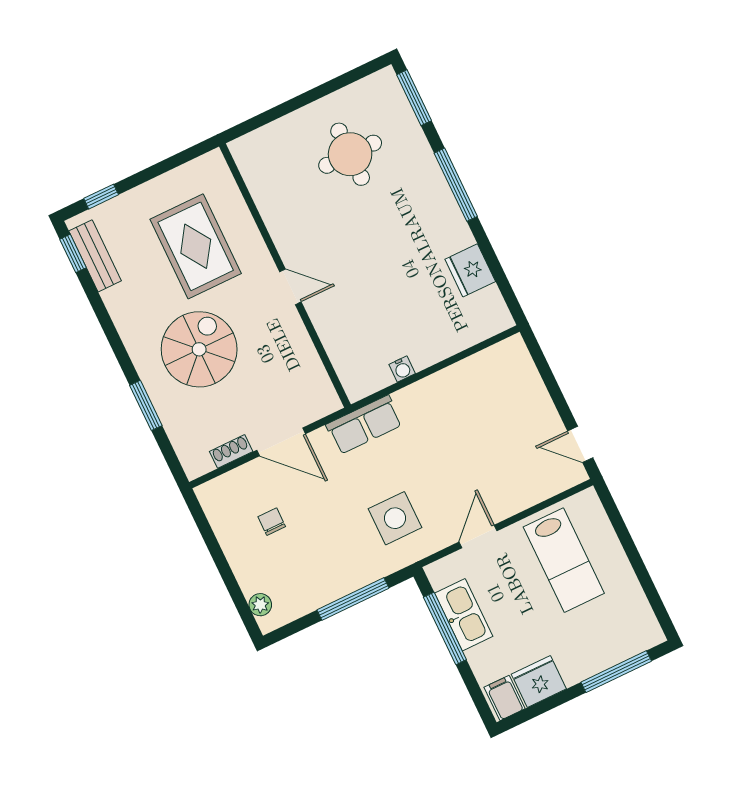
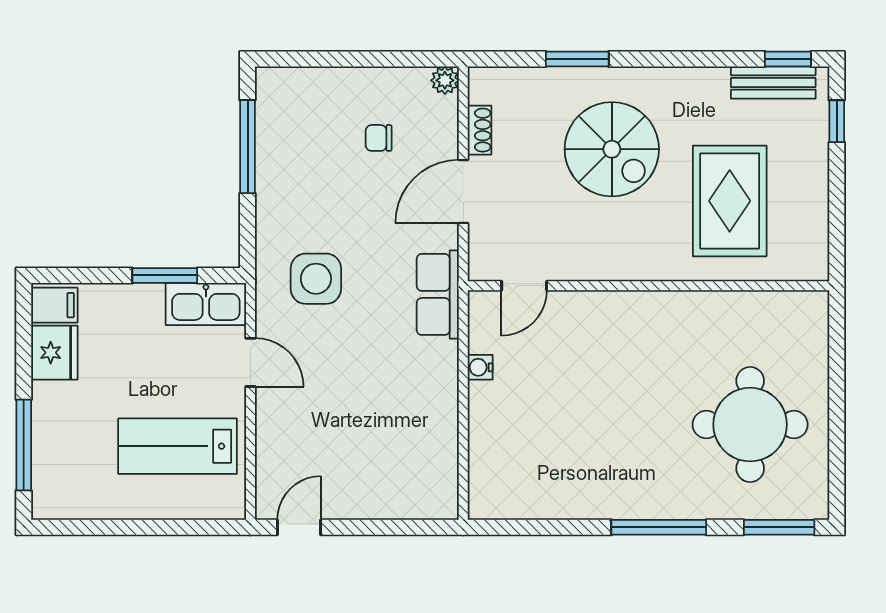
round table: (350, 154) -> (750, 425), width x1.36, depth x1.36
rug: (196, 246) -> (730, 201), turned 90
fridge: (470, 270) -> (554, 497), removed
door: (290, 287) -> (524, 286), moved
chair: (272, 522) -> (379, 138), turned 180
window: (353, 599) -> (248, 147), moved
plant: (260, 605) -> (445, 80), moved
kitchen sink: (464, 615) -> (206, 304), moved
window: (445, 628) -> (165, 275), width x0.69

